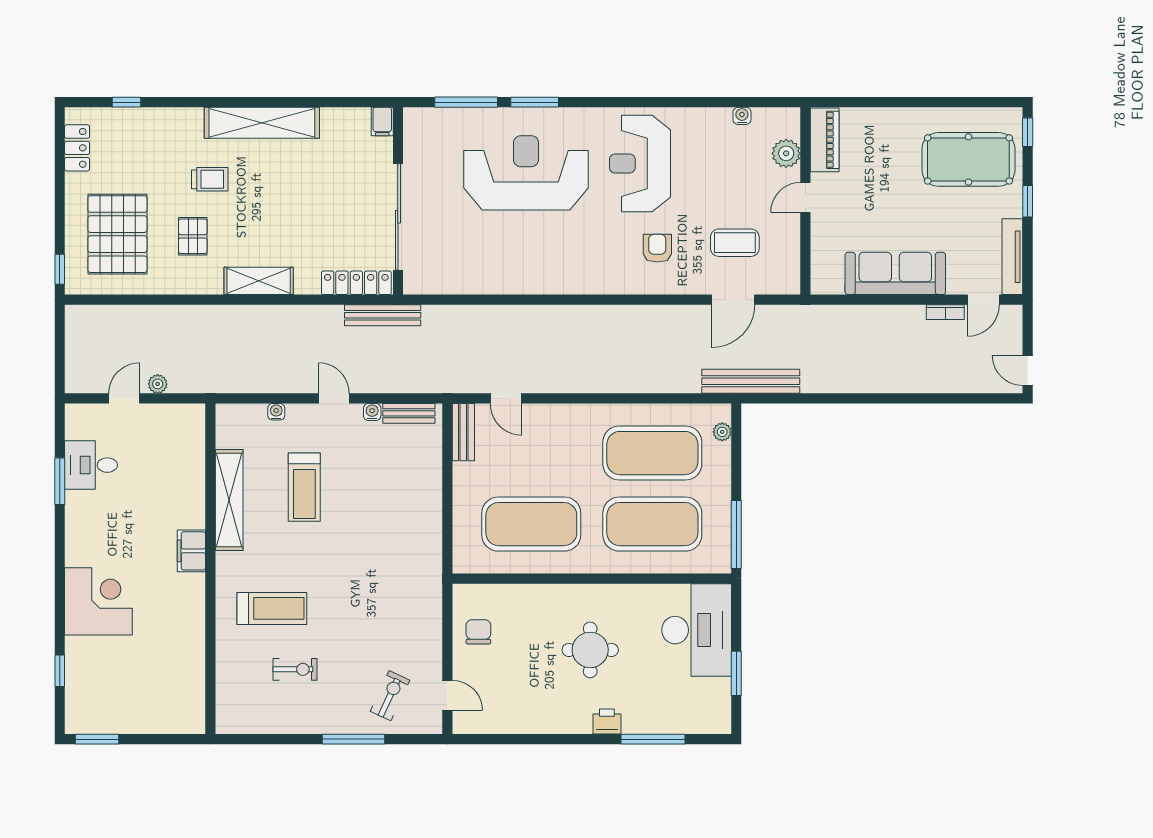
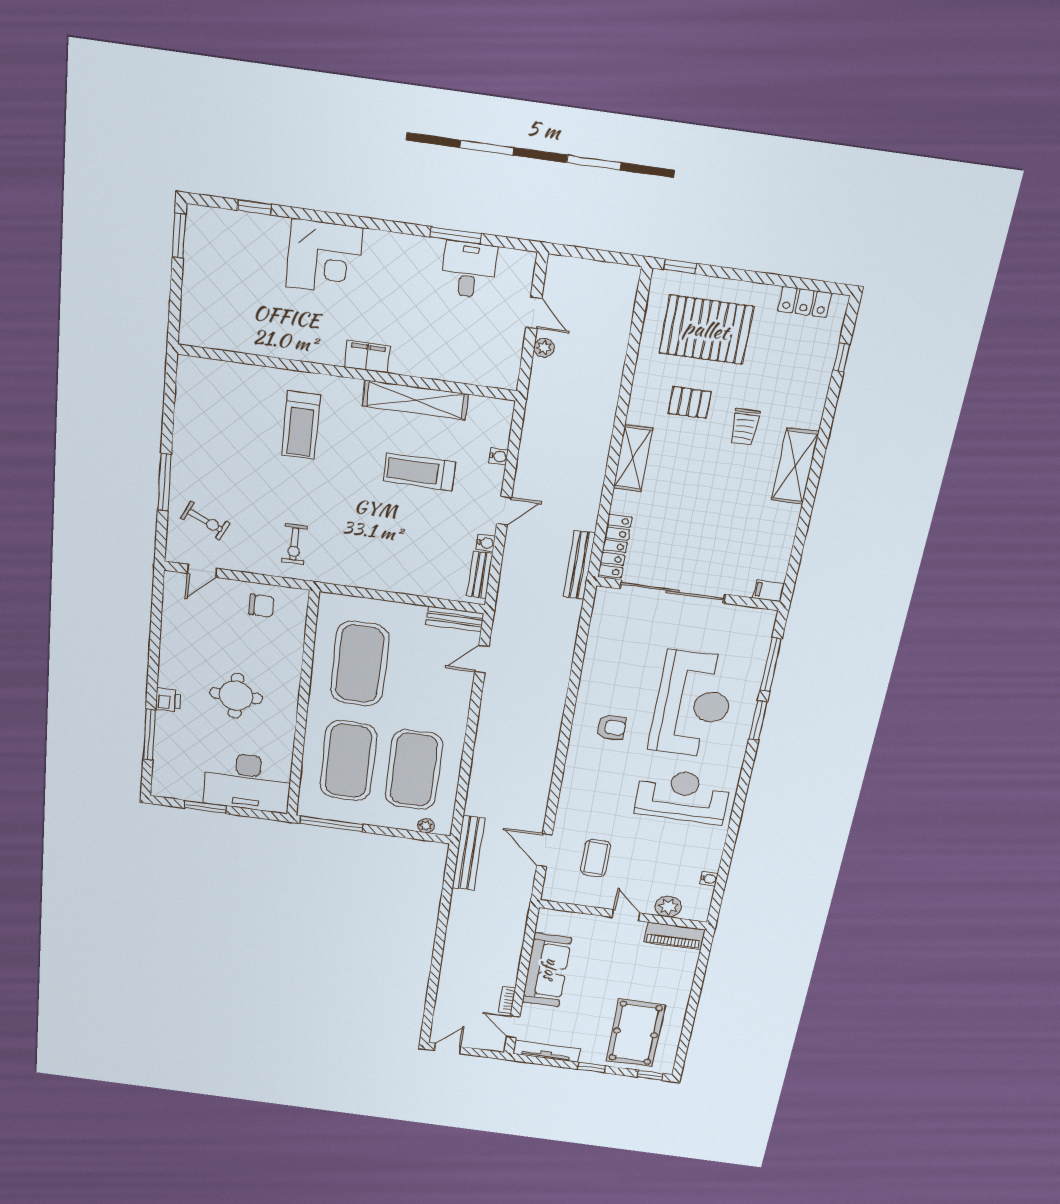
shelving: (262, 123) -> (795, 466), width x0.68
armchair: (657, 248) -> (611, 727), moved
exercise bike: (295, 669) -> (294, 544), moved

